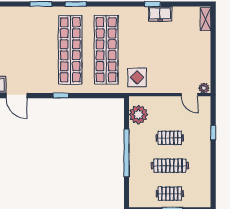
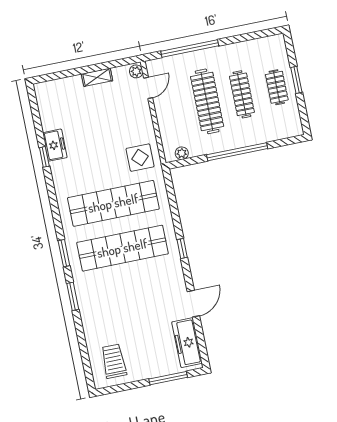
shelving: (206, 19) -> (97, 77), moved
plant: (138, 115) -> (182, 153), width x0.53, depth x0.53
window: (213, 133) -> (190, 49), width x3.17
clothes rail: (170, 138) -> (207, 101), width x1.86, depth x1.31

